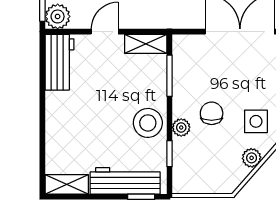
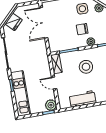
workbench: (59, 62) -> (83, 99), moved
stool: (148, 123) -> (86, 67), moved

